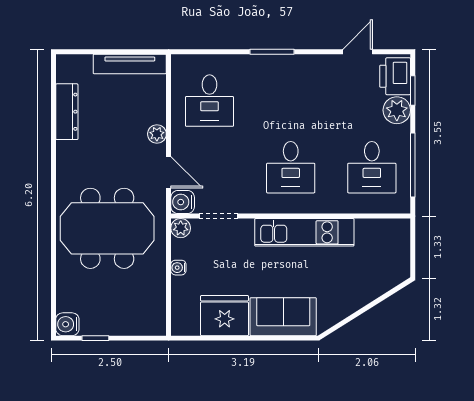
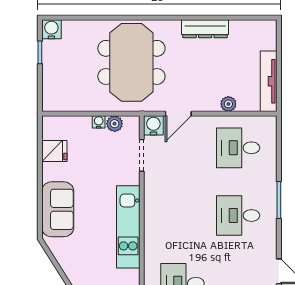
dresser: (67, 112) -> (205, 29), moved
plant: (157, 134) -> (228, 104), moved
desk: (291, 167) -> (238, 216), moved
plant: (181, 228) -> (115, 124), moved
fridge: (225, 316) -> (54, 151), width x0.53, depth x0.75

